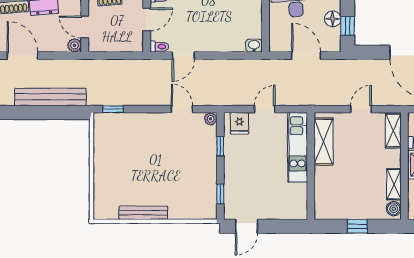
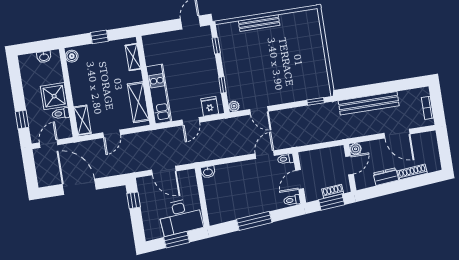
floor lamp: (333, 19) -> (147, 204), removed
door: (85, 27) -> (349, 165), hinge flipped
shelving: (394, 184) -> (133, 57), moved
bench: (143, 213) -> (259, 23), moved

